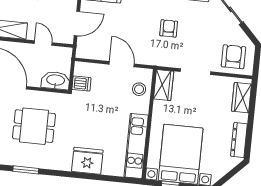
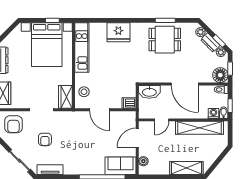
armchair: (169, 28) -> (45, 139), moved
door: (43, 43) -> (162, 120), hinge flipped
dishwasher: (81, 84) -> (129, 103), moved
dining table: (34, 126) -> (165, 40), moved

